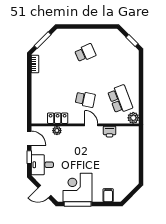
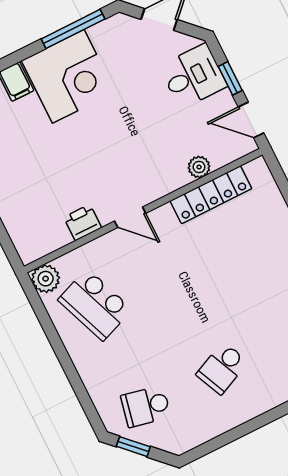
school desk: (85, 99) -> (146, 406), moved
locker: (58, 118) -> (211, 195), width x1.53
corner desk: (78, 188) -> (68, 76), moved

